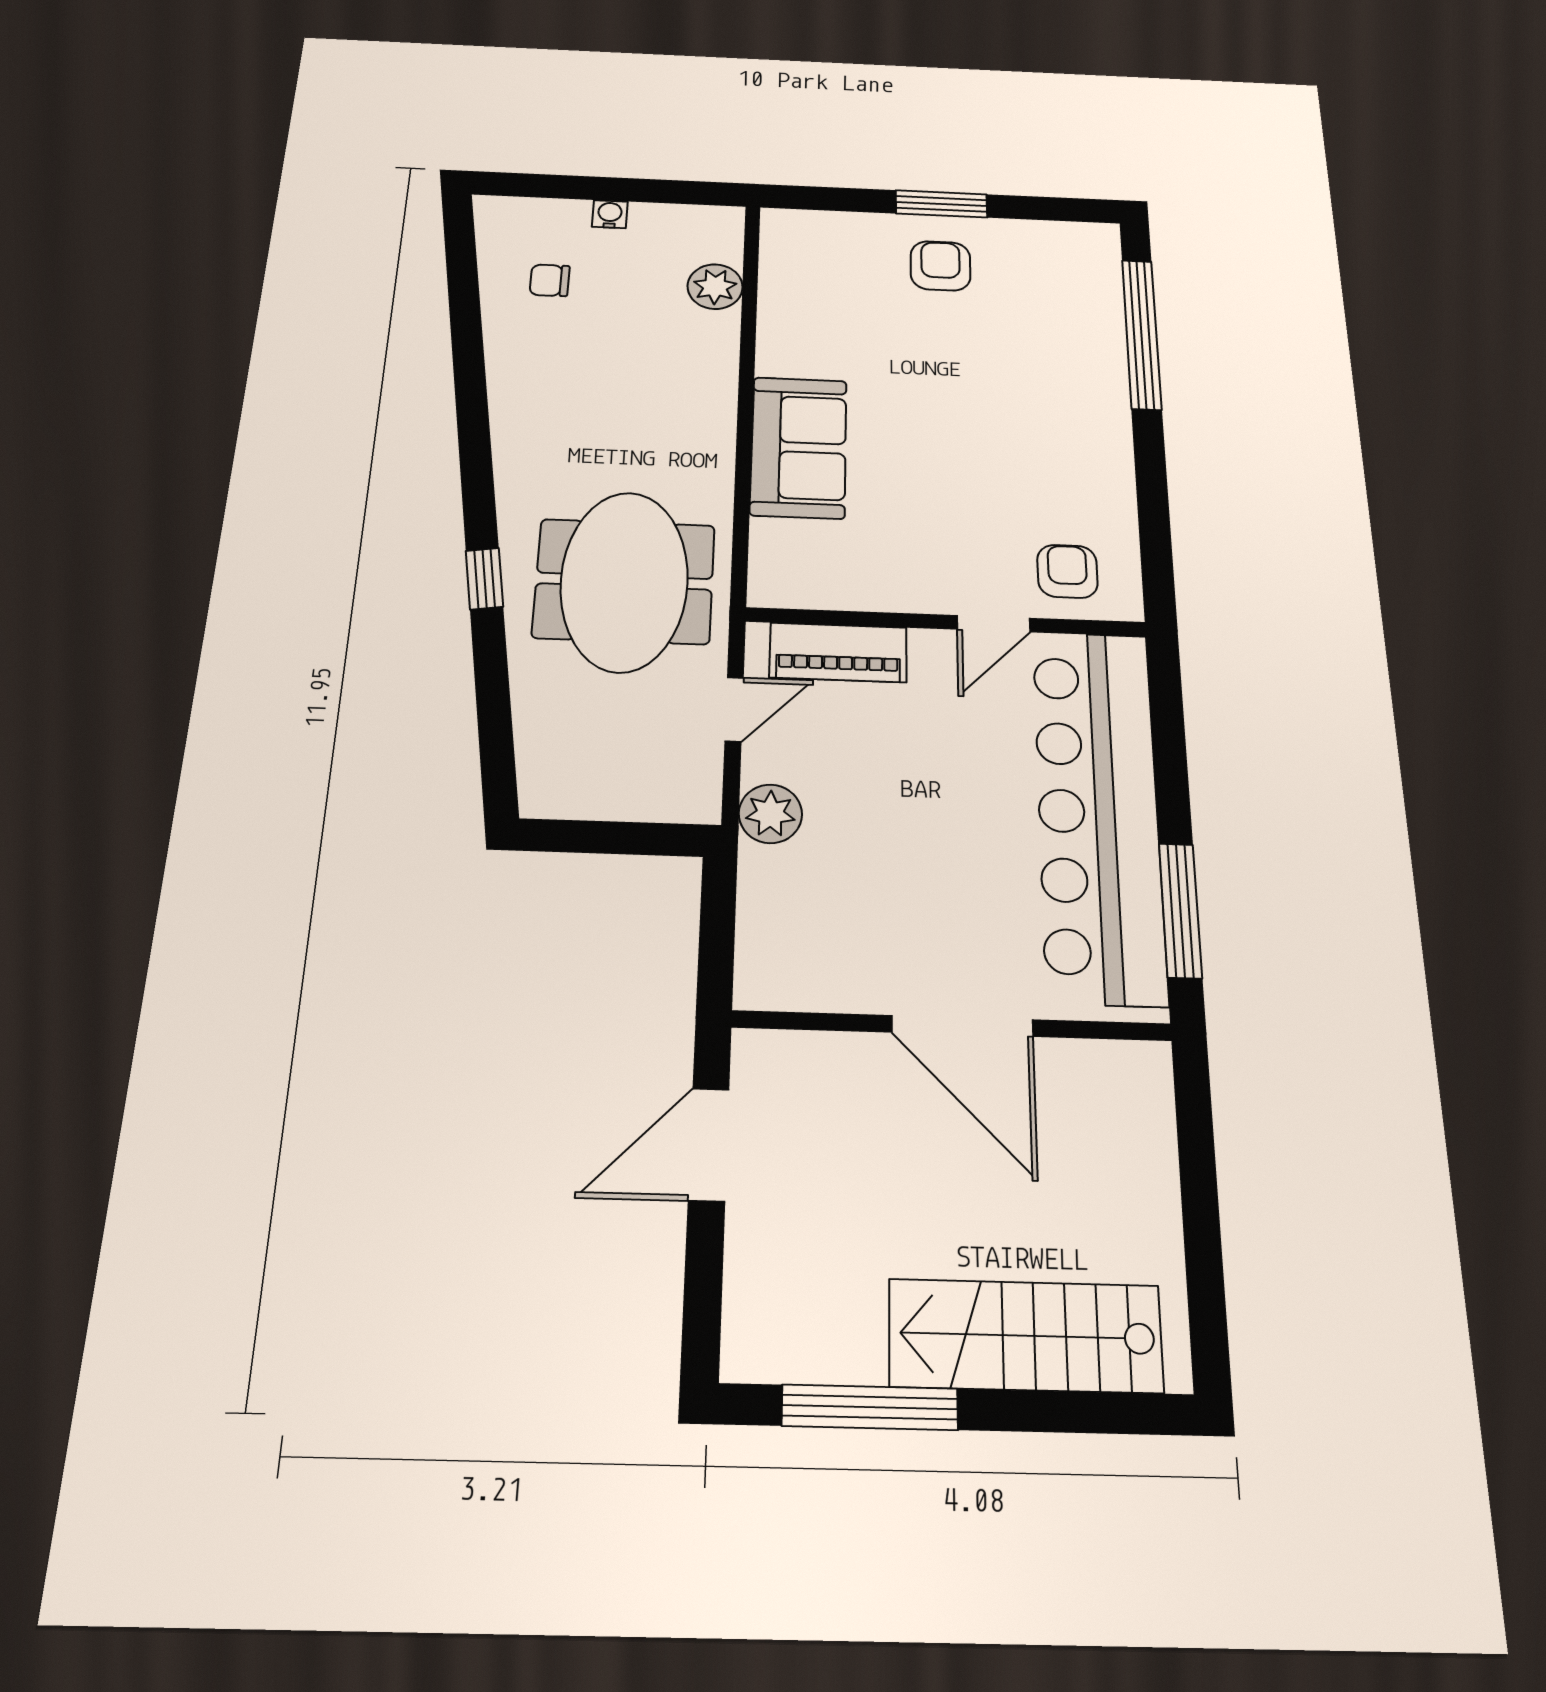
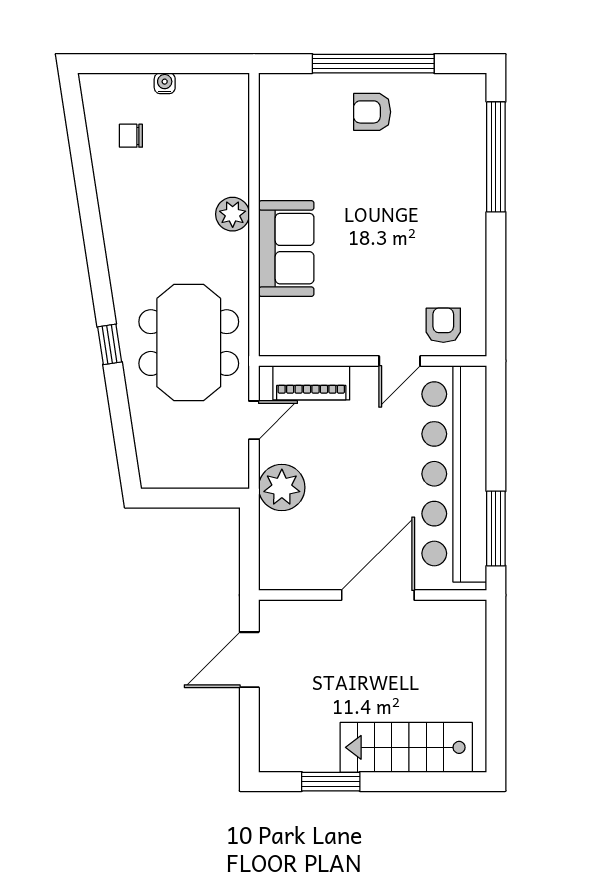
window: (941, 204) -> (373, 64), width x2.11
armchair: (940, 266) -> (372, 112), turned -90
plant: (715, 287) -> (233, 214), moved
plant: (770, 814) -> (282, 487), width x1.36, depth x1.36
door: (962, 1026) -> (378, 595), swing flipped
window: (870, 1407) -> (331, 782), width x0.69

